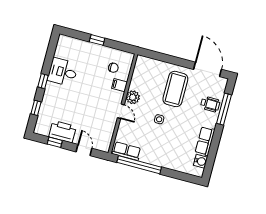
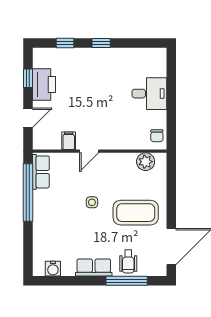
window: (97, 40) -> (171, 97), removed
chair: (113, 68) -> (157, 136), moved
desk: (63, 72) -> (149, 94), moved, turned 90
filing cabinet: (119, 85) -> (69, 141), moved
plant: (133, 97) -> (146, 162), moved
row of seats: (205, 141) -> (94, 268), moved

